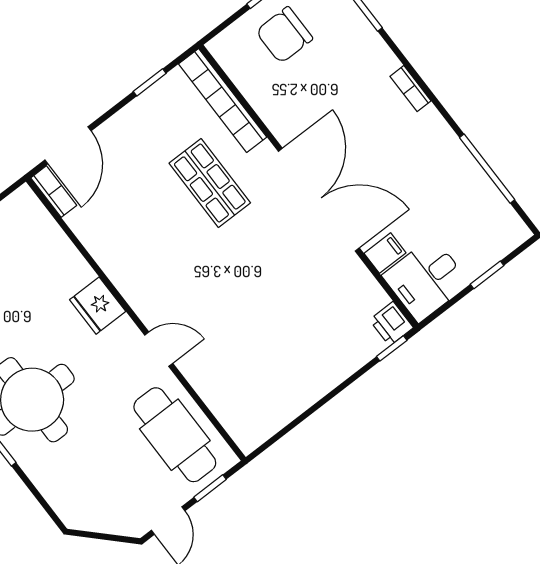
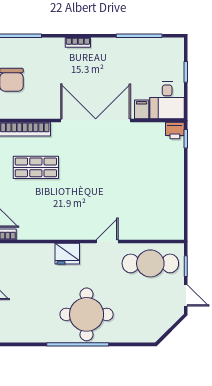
shop shelf: (210, 183) -> (36, 167), moved

